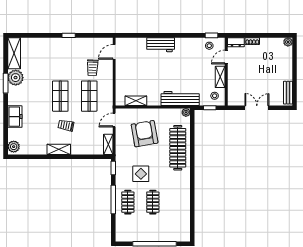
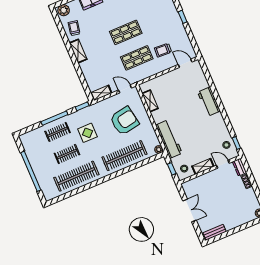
trolley: (66, 125) -> (74, 28), moved
clothes rail: (178, 202) -> (76, 176), added

